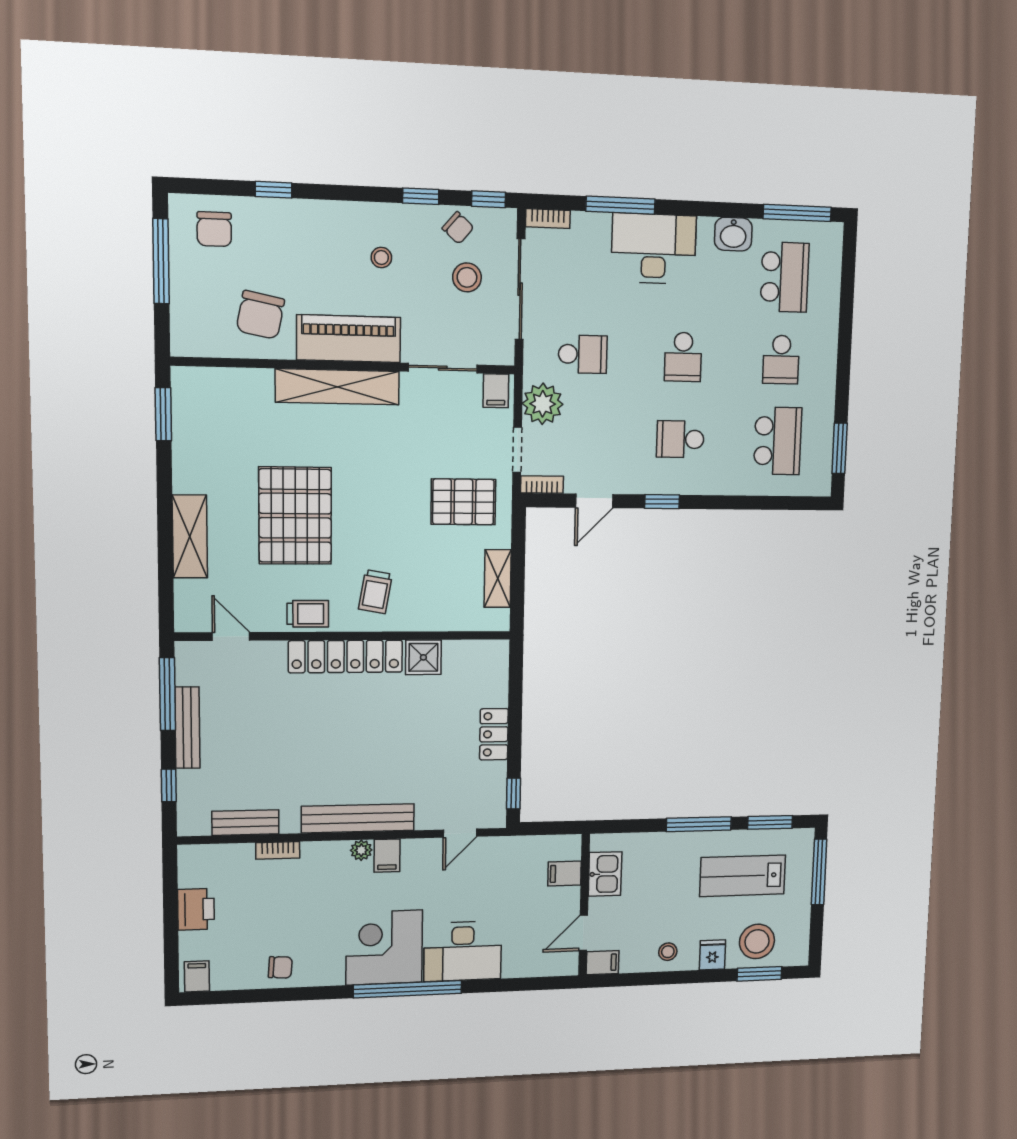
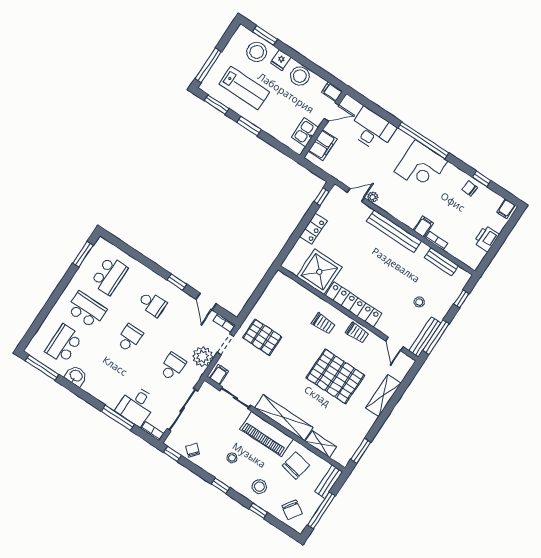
window: (421, 196) -> (221, 486), moved
chair: (214, 229) -> (292, 510), turned 124
desk: (654, 249) -> (136, 406), moved, width x0.73
stool: (467, 277) -> (259, 487), moved
bench: (183, 322) -> (328, 482), added
school desk: (583, 354) -> (172, 367), turned 90
school desk: (781, 360) -> (87, 310), width x1.85
school desk: (778, 441) -> (109, 275), turned 180
door: (594, 501) -> (206, 301), swing flipped
pallet: (295, 516) -> (335, 376), turned 90
shelving: (498, 579) -> (321, 444), moved, turned 90
trolley: (375, 592) -> (323, 324), turned 80
trolley: (308, 614) -> (357, 333), turned 180
shower: (423, 657) -> (319, 272), width x1.86, depth x1.86
bench: (187, 728) -> (425, 337), moved
stool: (237, 733) -> (419, 302), added
window: (699, 824) -> (249, 126), width x0.69
plant: (361, 850) -> (373, 197), moved
filing cabinet: (387, 856) -> (423, 227), moved
filing cabinet: (564, 874) -> (323, 145), width x2.00
desk: (463, 951) -> (372, 129), moved
stool: (668, 952) -> (300, 76), width x1.89, depth x1.89
window: (271, 995) -> (482, 179), added

